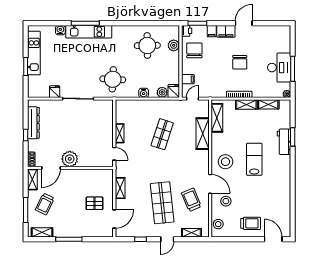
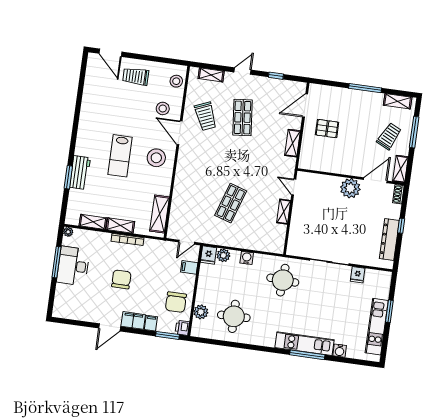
shelving: (203, 134) -> (180, 197), removed
shop shelf: (162, 203) -> (243, 117), width x0.70, depth x0.74

